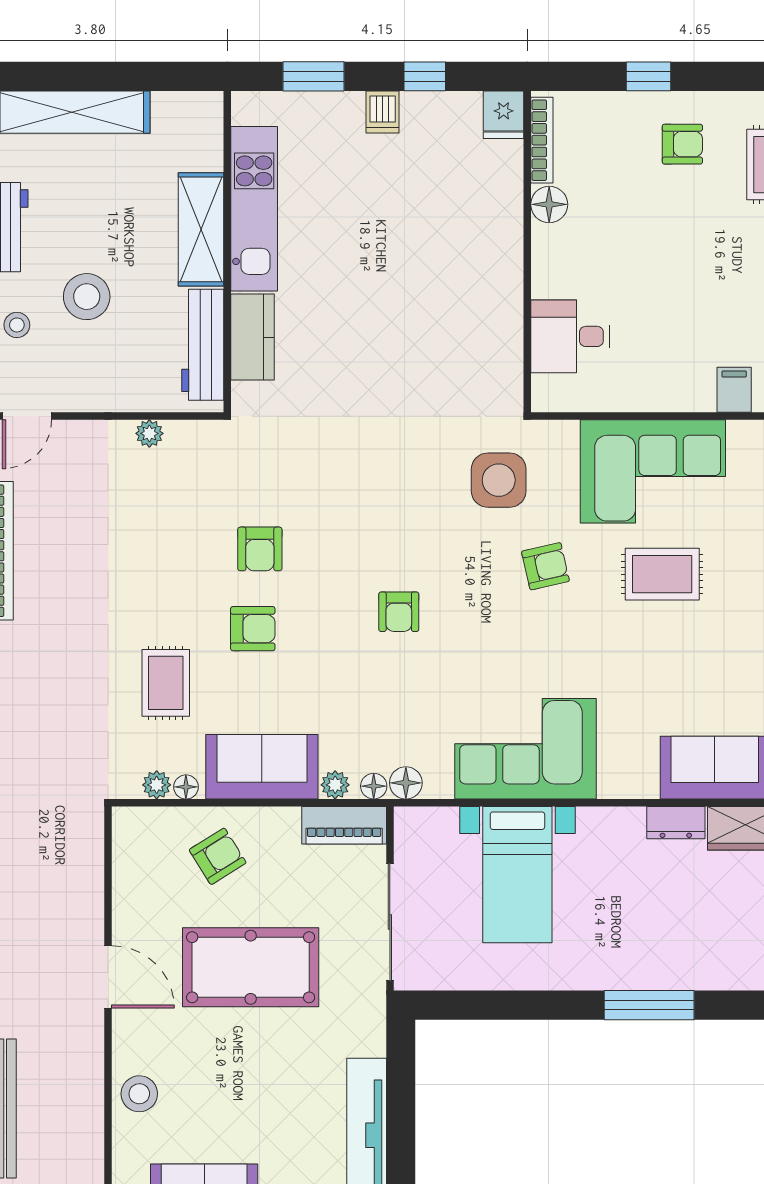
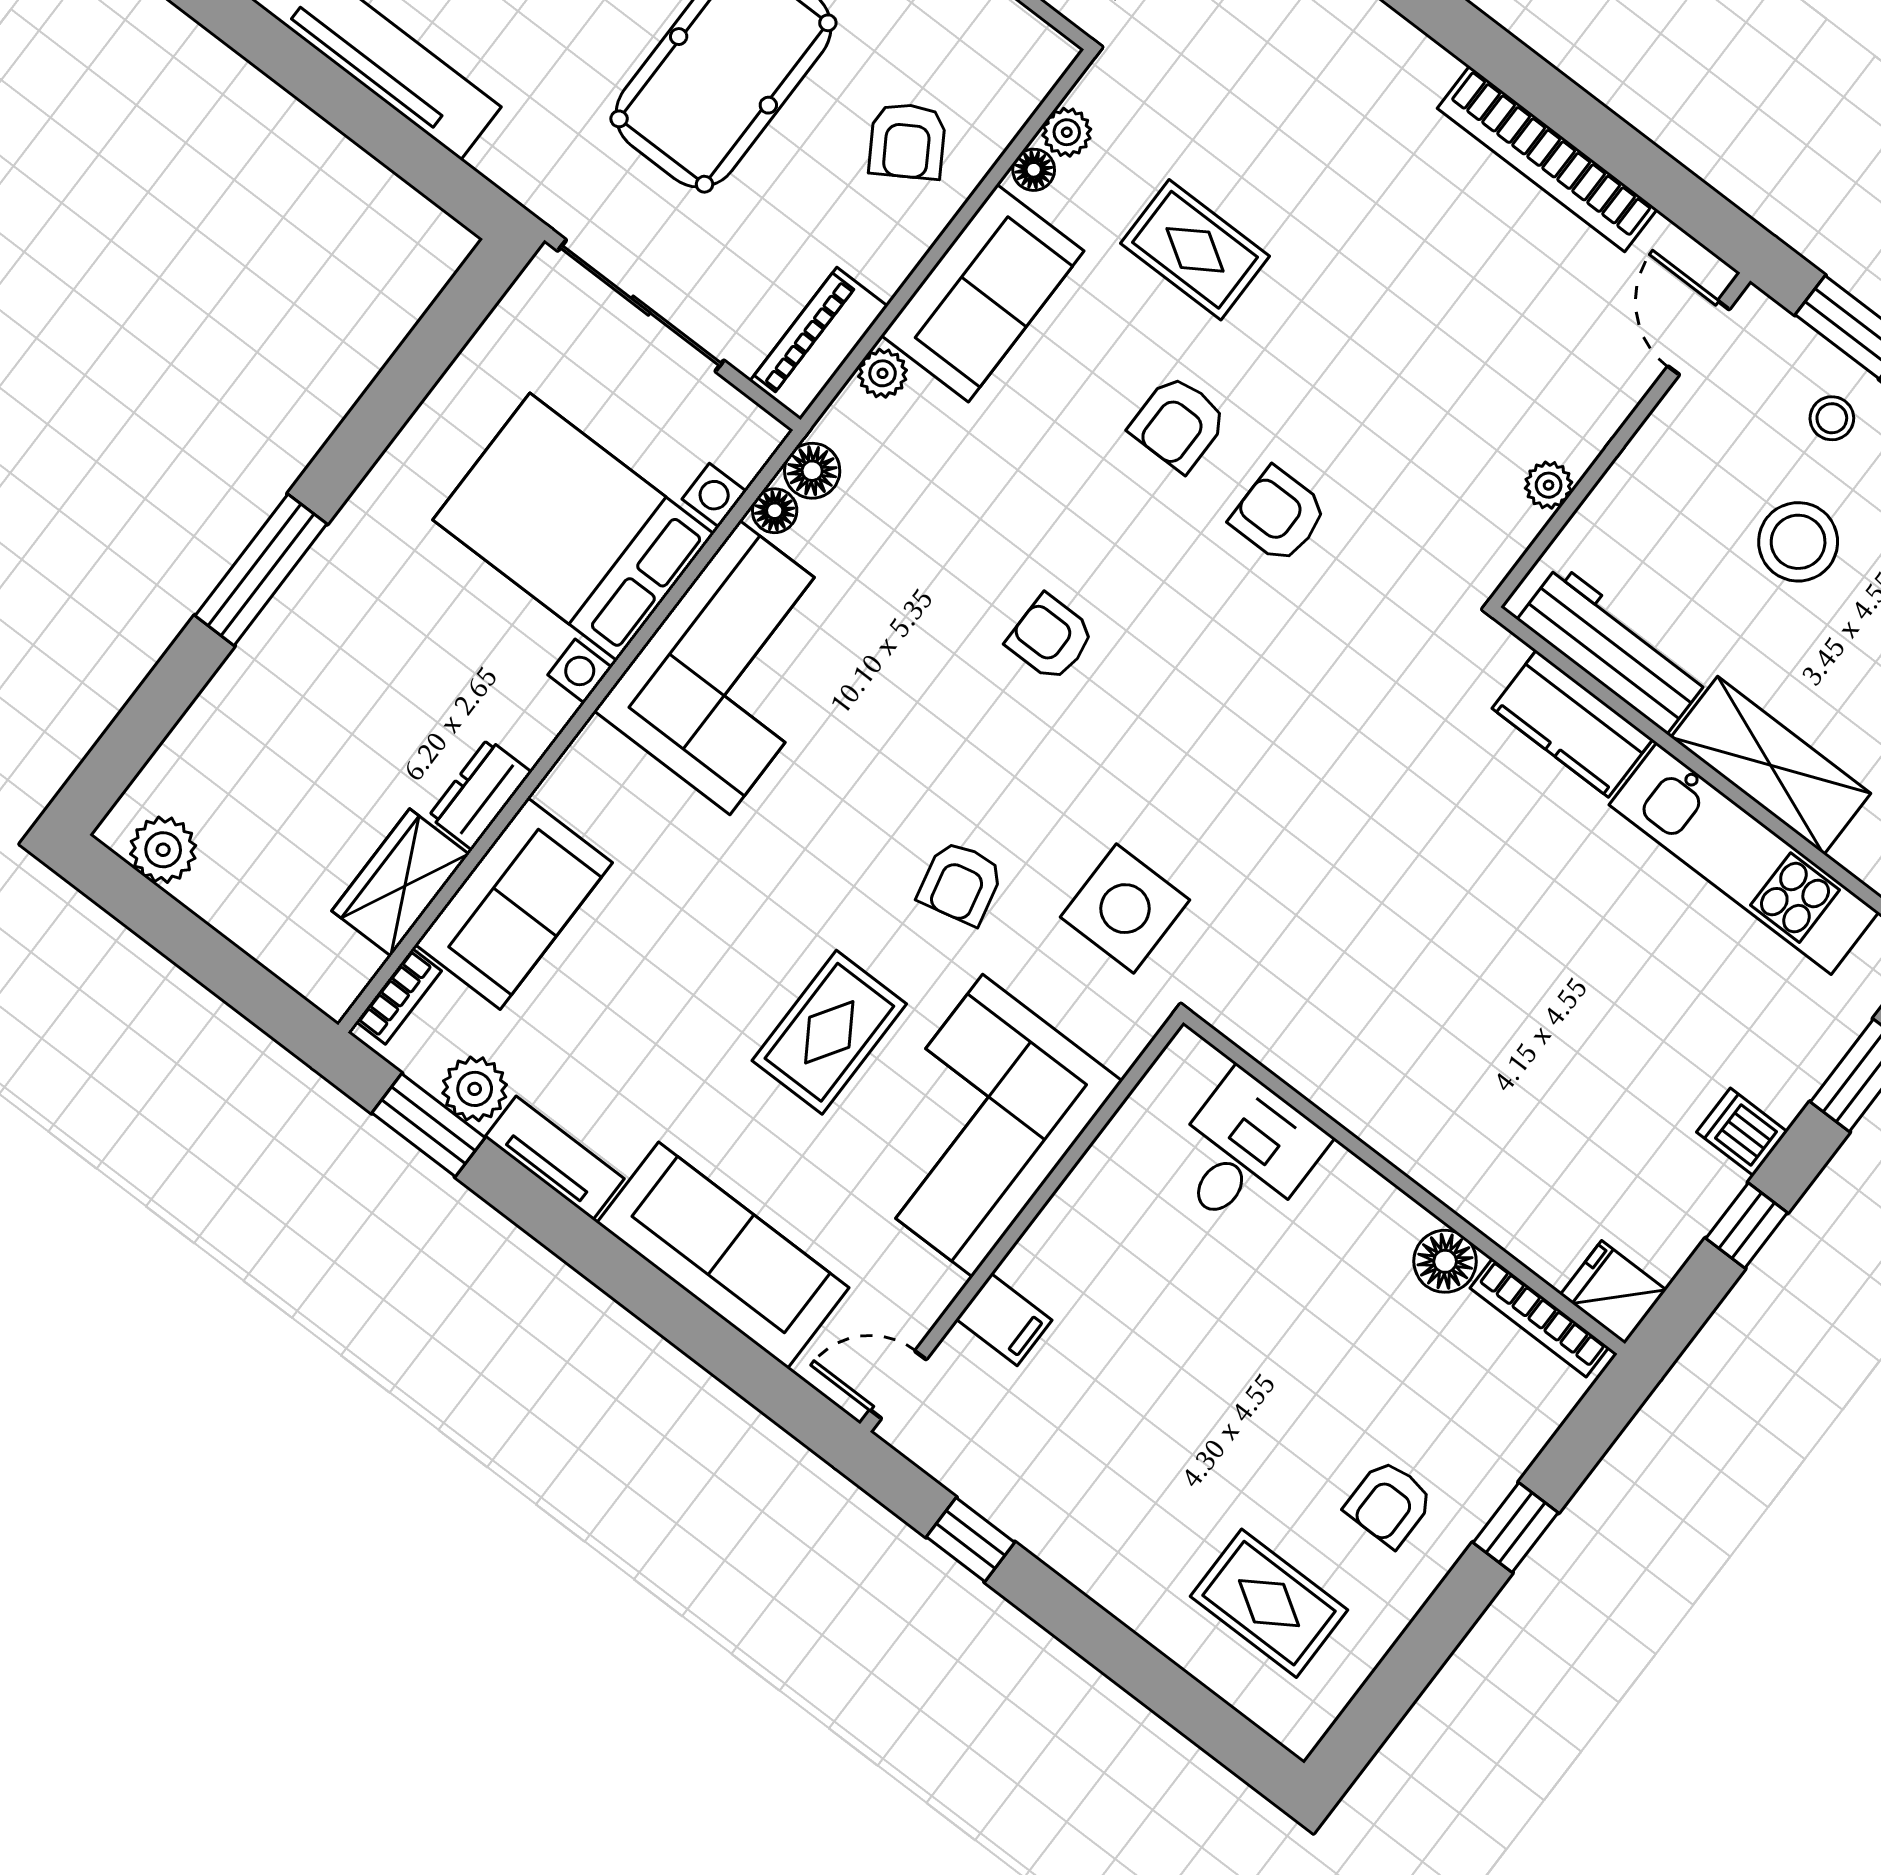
floor lamp: (374, 786) -> (775, 511), moved
bed with nightstands: (517, 875) -> (573, 527), width x1.36

